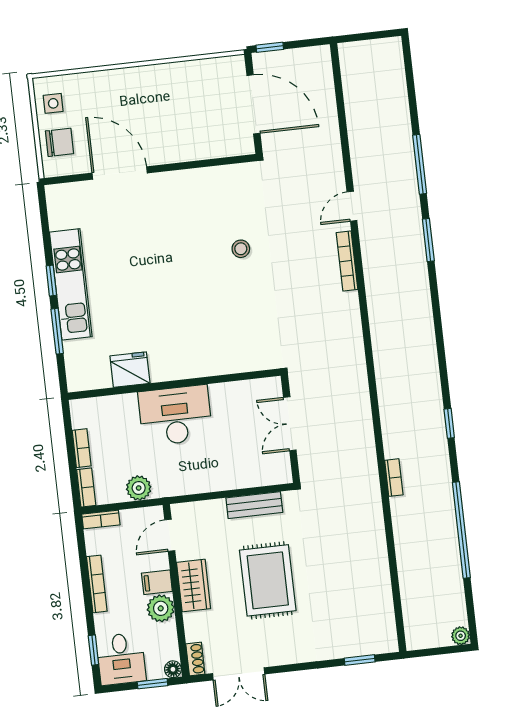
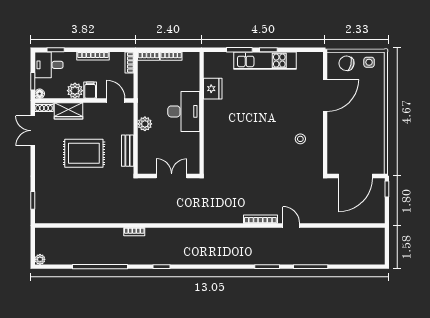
chair: (59, 142) -> (346, 63), turned 103
stool: (241, 249) -> (300, 139), moved
plant: (139, 488) -> (145, 124), moved
wardrobe: (194, 585) -> (68, 111), moved

